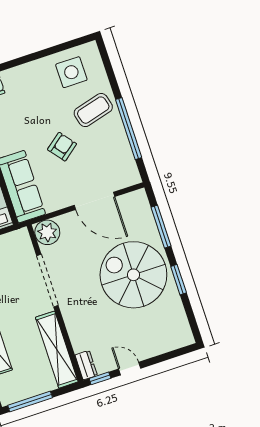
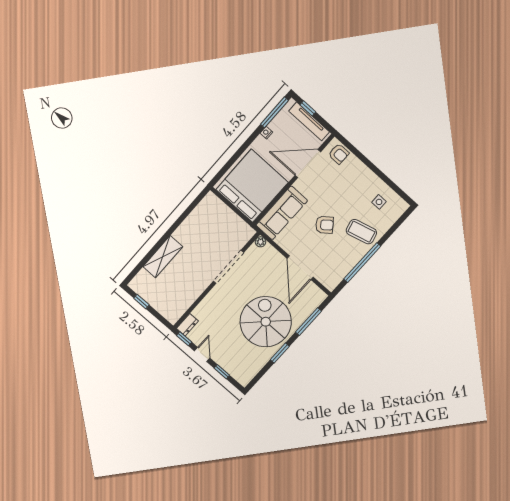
side table: (71, 72) -> (379, 202), width x0.54, depth x0.54
plant: (47, 232) -> (260, 242), width x0.53, depth x0.53
shelving: (57, 350) -> (186, 299), removed
window: (162, 358) -> (222, 372), added
window: (30, 402) -> (141, 302), width x0.46

